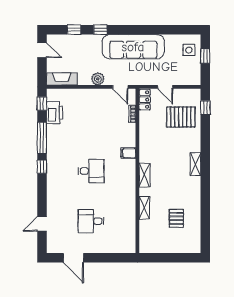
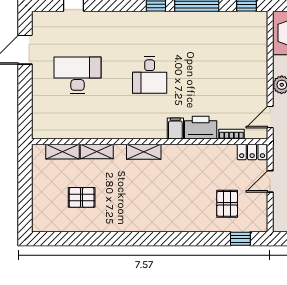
printer: (55, 113) -> (201, 128), moved, turned 180
pallet: (181, 117) -> (227, 204), width x0.67, depth x0.71
shelving: (195, 164) -> (62, 152), moved
desk: (91, 221) -> (77, 75), width x1.37

